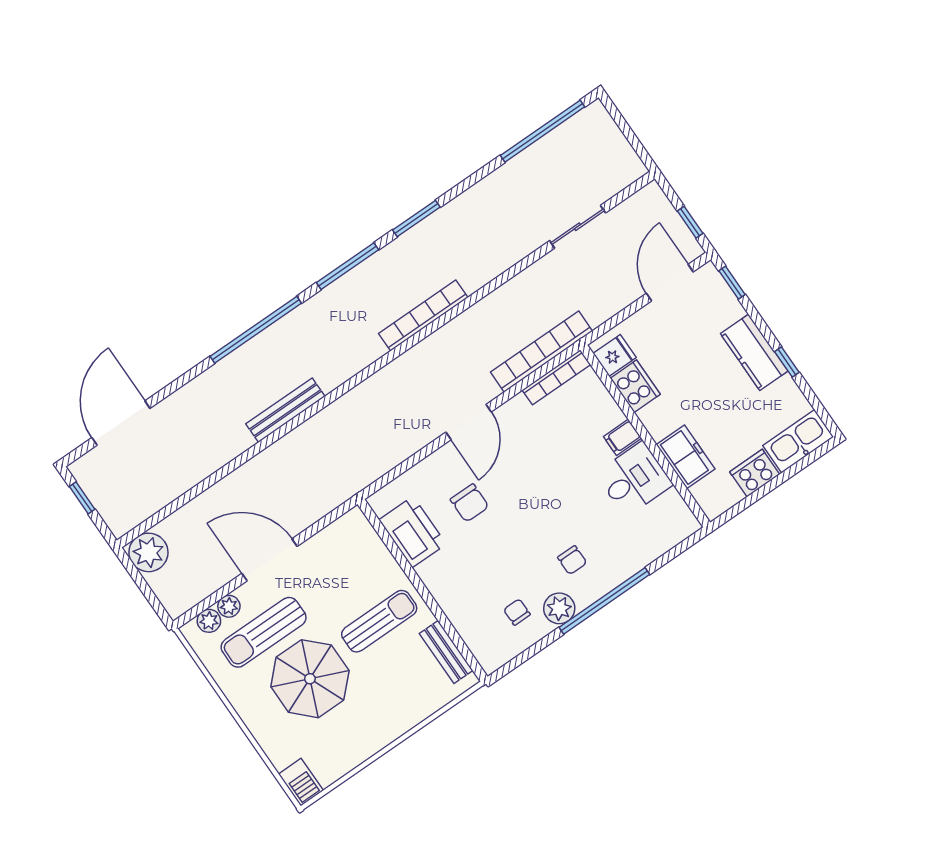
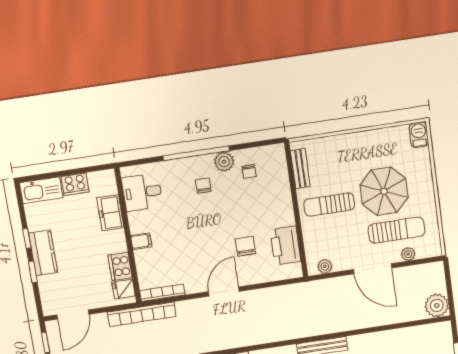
window: (732, 283) -> (33, 272), moved
bookcase: (542, 352) -> (142, 314), moved
desk: (634, 479) -> (142, 192), moved
plant: (209, 621) -> (325, 266), moved

